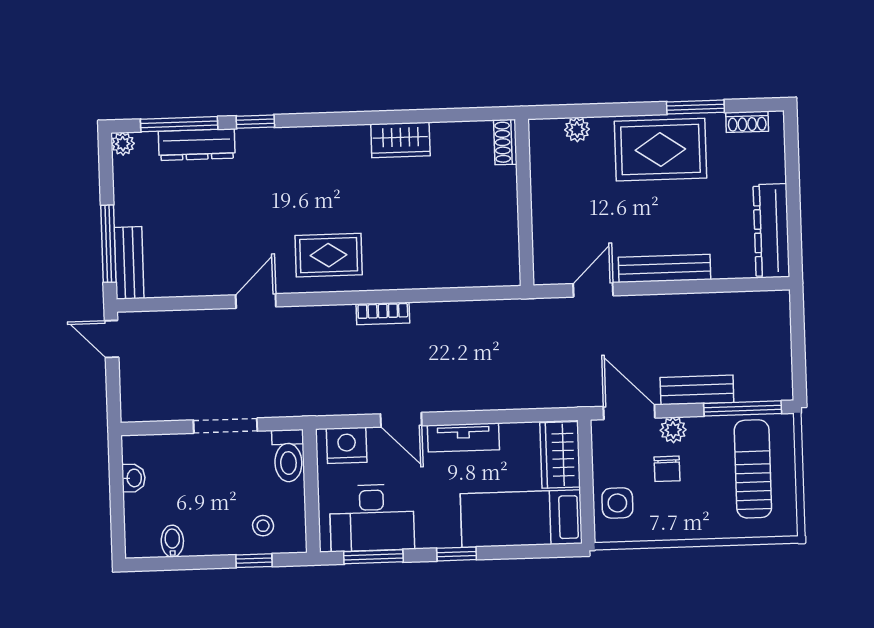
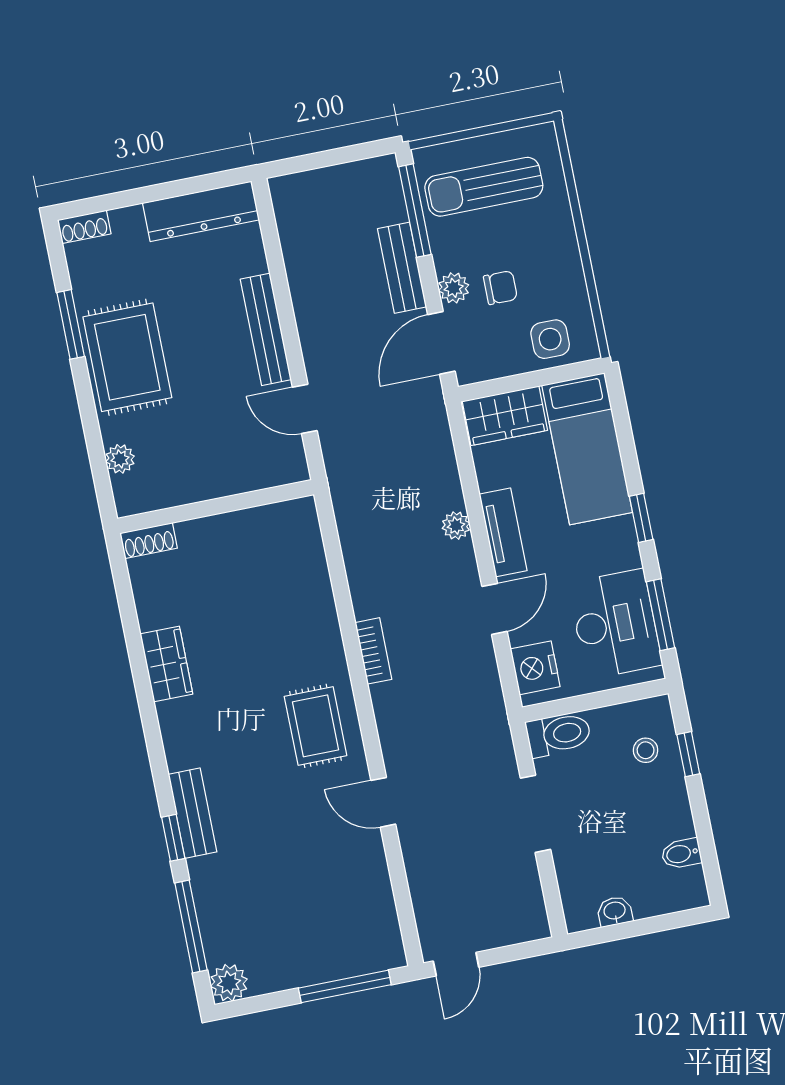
shoe rack: (747, 122) -> (84, 227), moved, turned 90
plant: (123, 144) -> (229, 983), width x1.38, depth x1.38
dresser: (197, 145) -> (212, 902), removed
bench: (129, 263) -> (192, 813), moved, turned 90
plant: (476, 399) -> (456, 526), added

